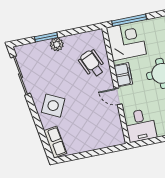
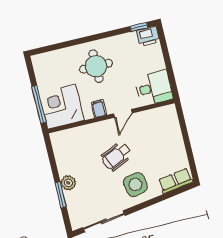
wheelchair: (92, 64) -> (117, 156), moved
filing cabinet: (123, 75) -> (99, 109), width x0.50
side table: (53, 106) -> (135, 184), turned -37

